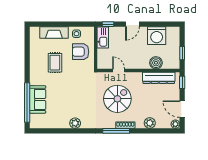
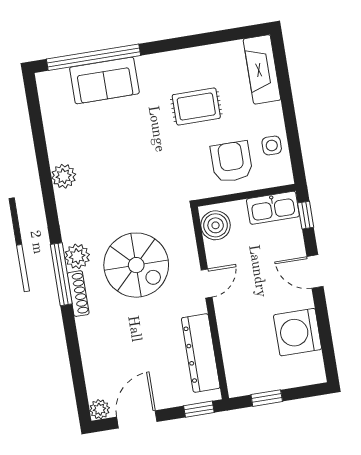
fireplace: (54, 33) -> (262, 69), moved
boiler: (156, 63) -> (216, 225), moved
door: (119, 70) -> (207, 284), moved
plant: (150, 123) -> (77, 256), moved

